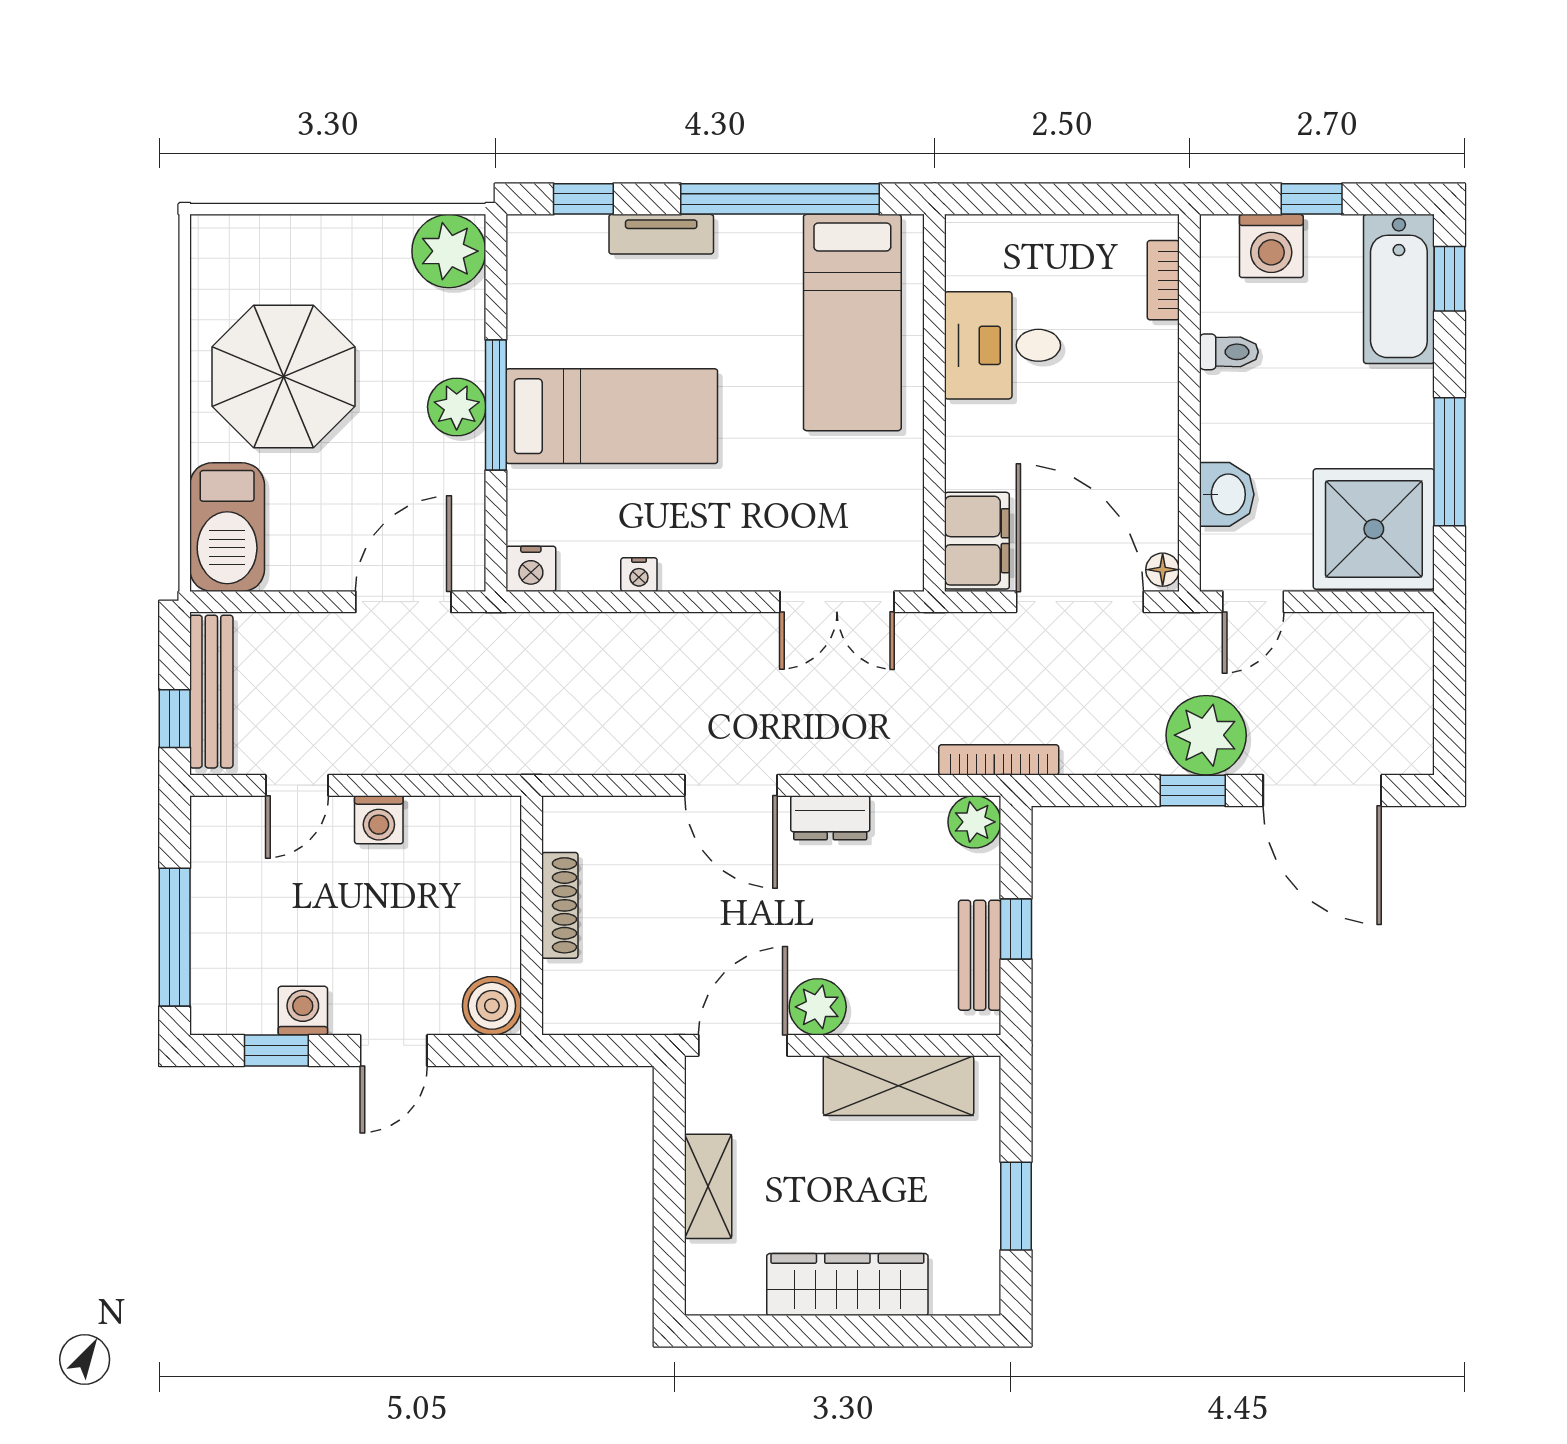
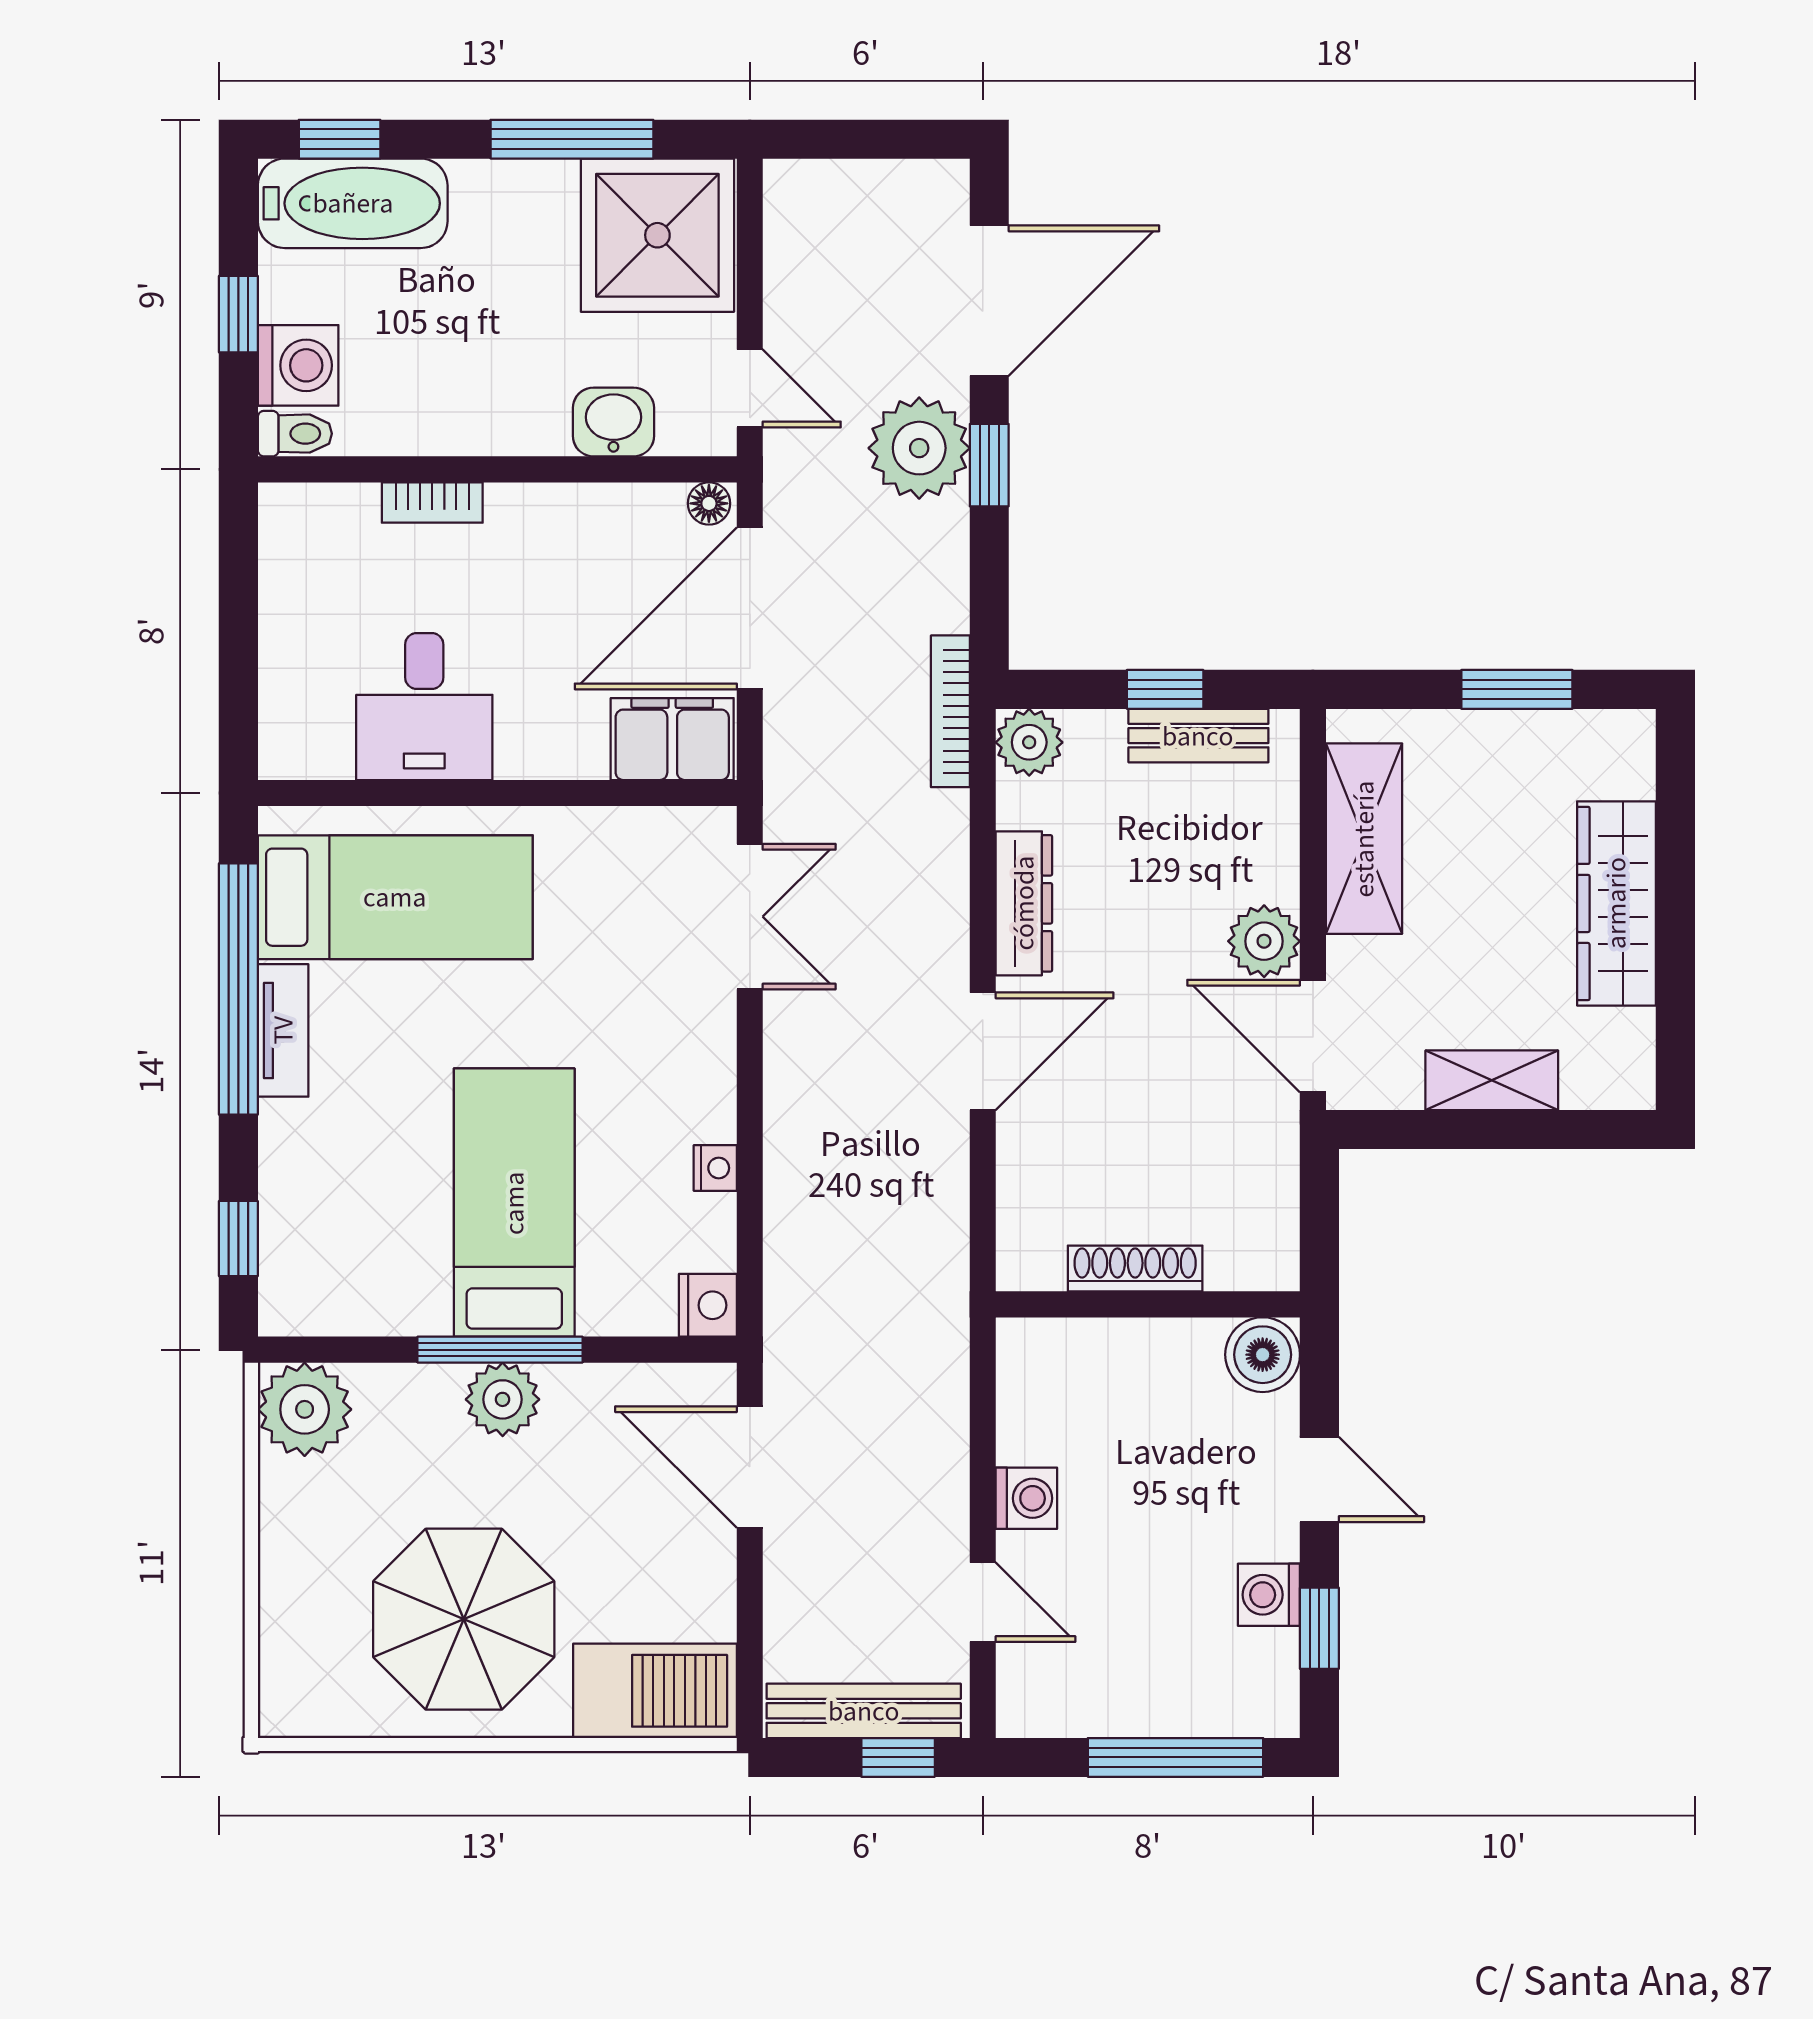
tv unit: (661, 234) -> (283, 1030), moved
bookcase: (1163, 280) -> (432, 502), moved
toilet: (1229, 352) -> (295, 434), moved, turned 90
dresser: (830, 818) -> (1024, 903), width x1.44

